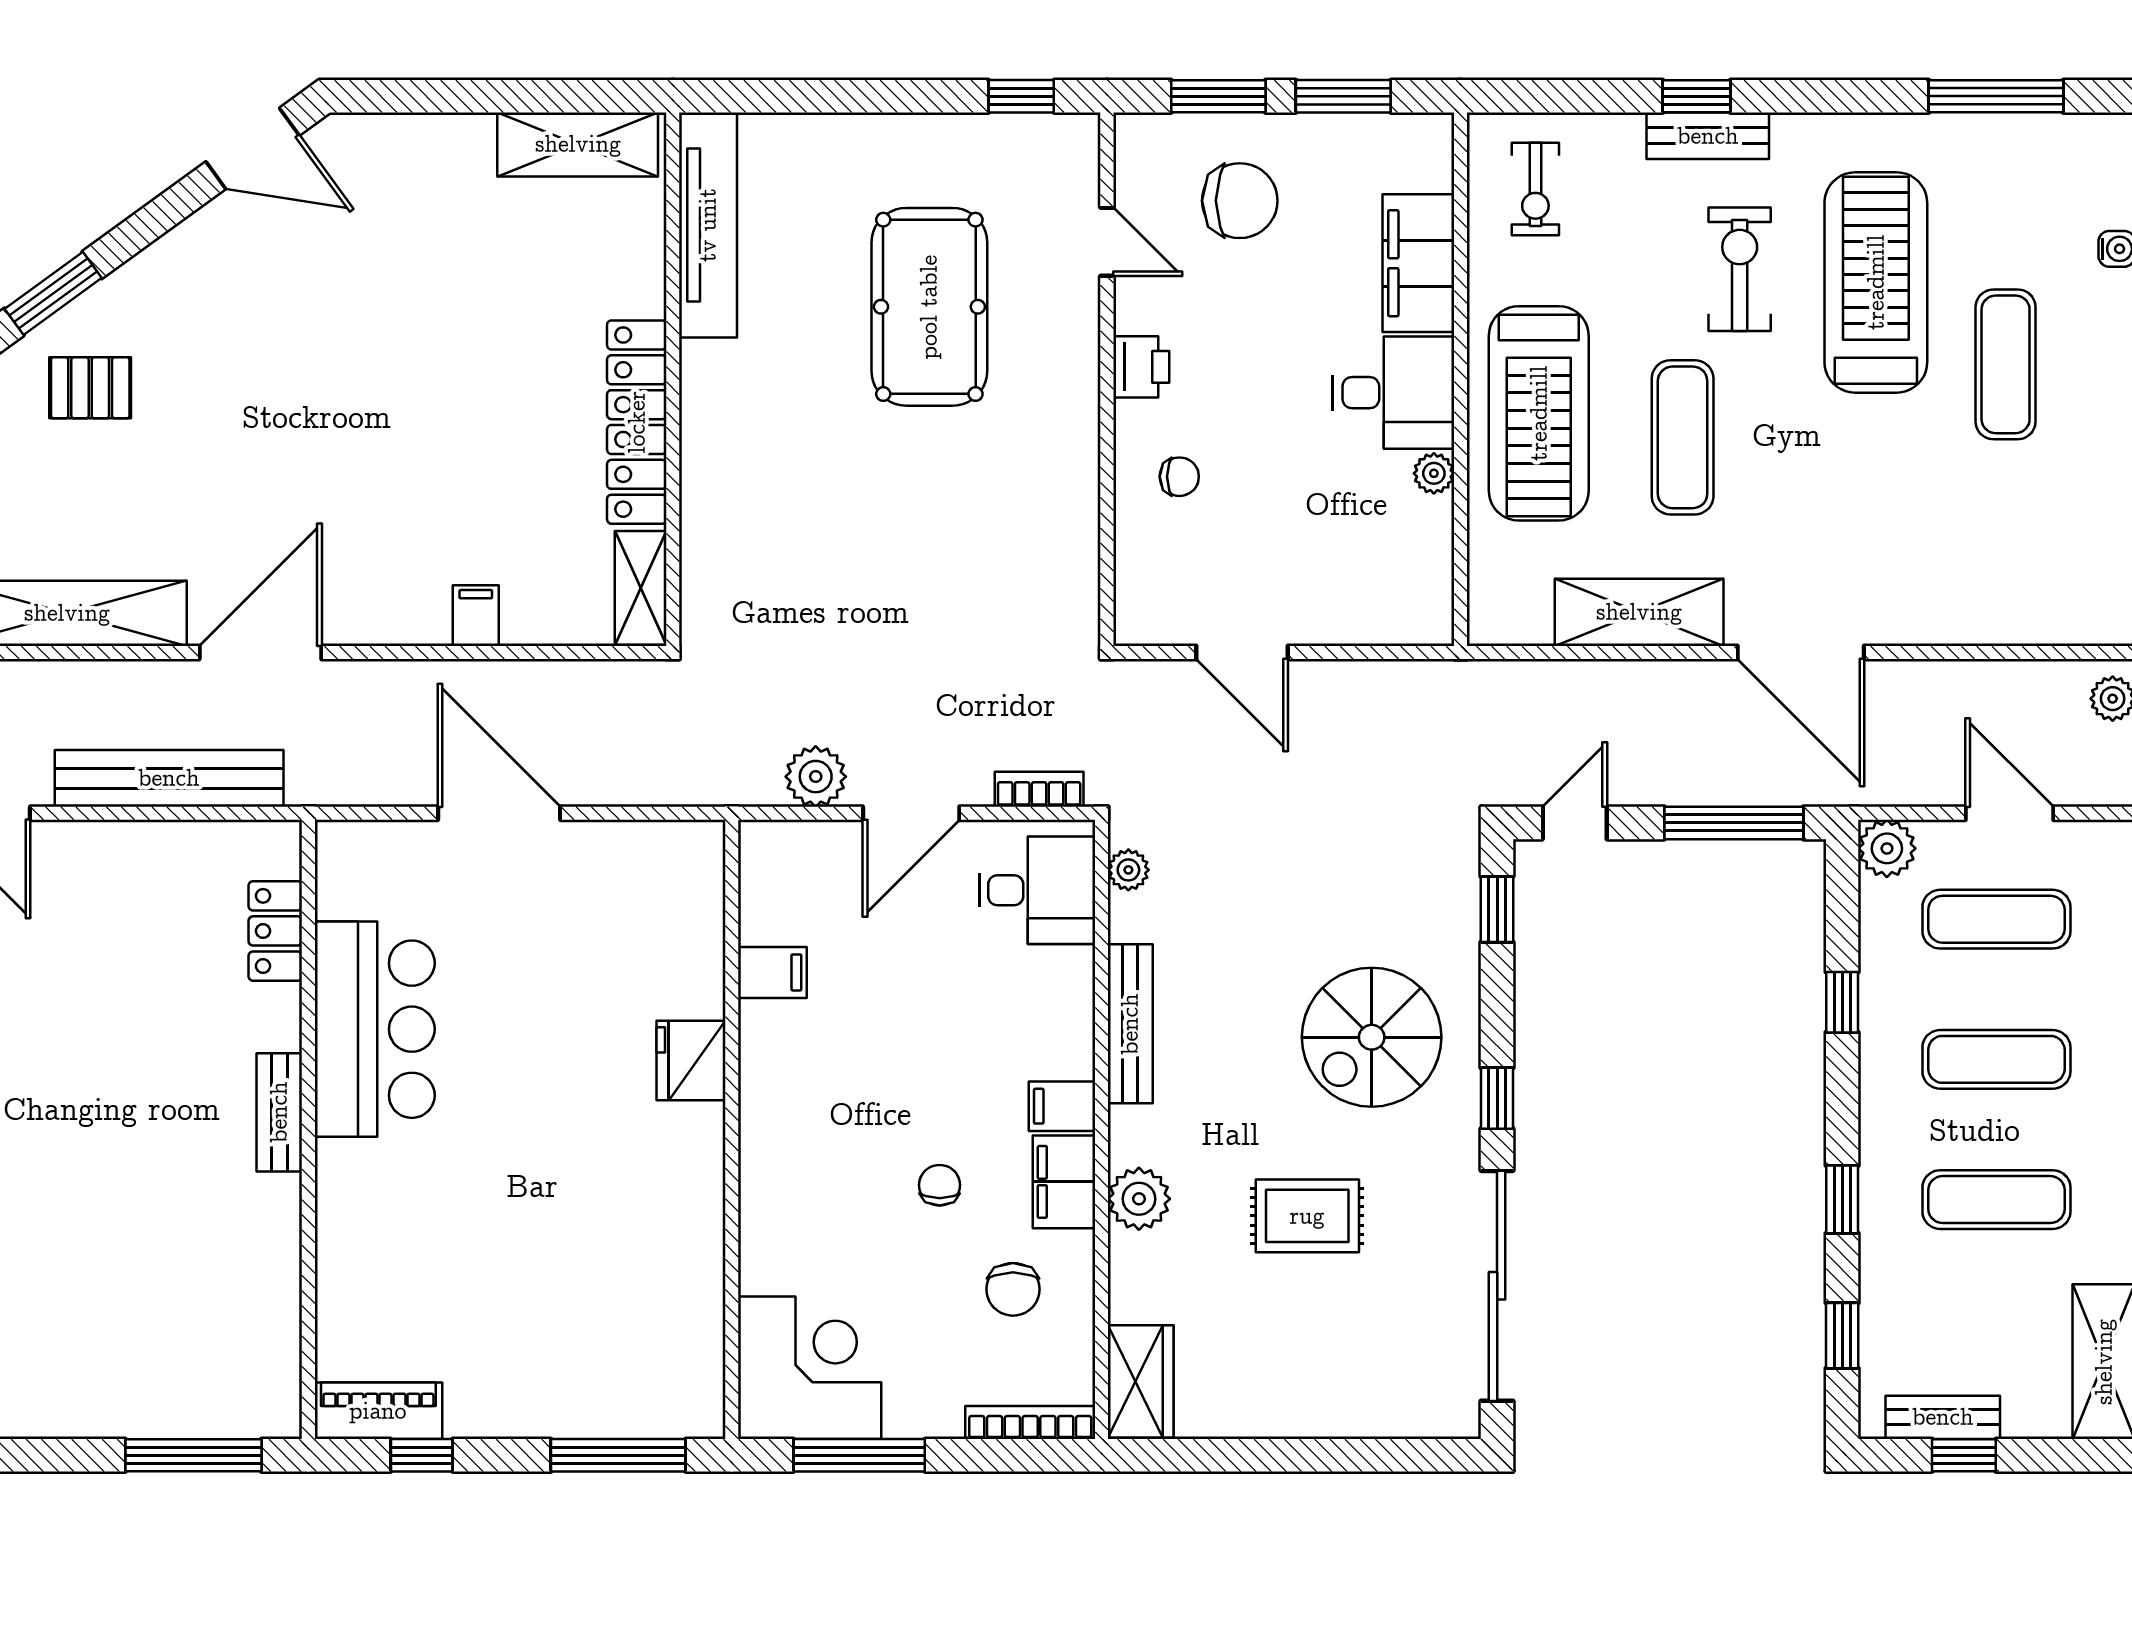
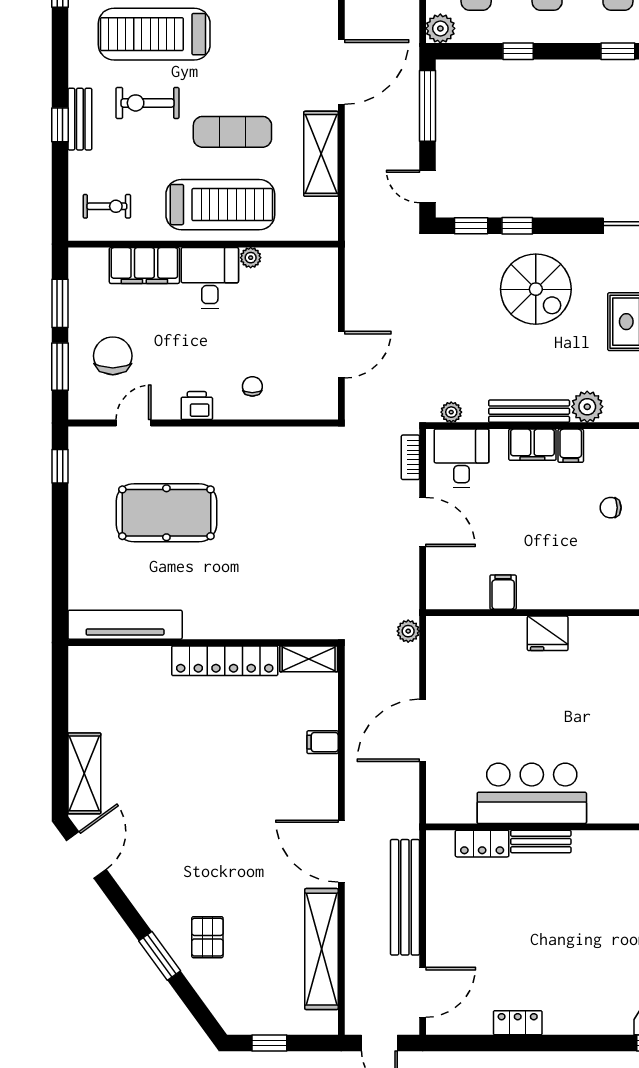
shelving: (578, 144) -> (84, 773), moved
plant: (816, 777) -> (408, 631), moved, width x0.73, depth x0.73
window: (1497, 1098) -> (517, 226), moved
bench: (279, 1112) -> (541, 842), moved
filing cabinet: (1064, 1182) -> (532, 445), moved
plant: (1139, 1199) -> (587, 407), moved

